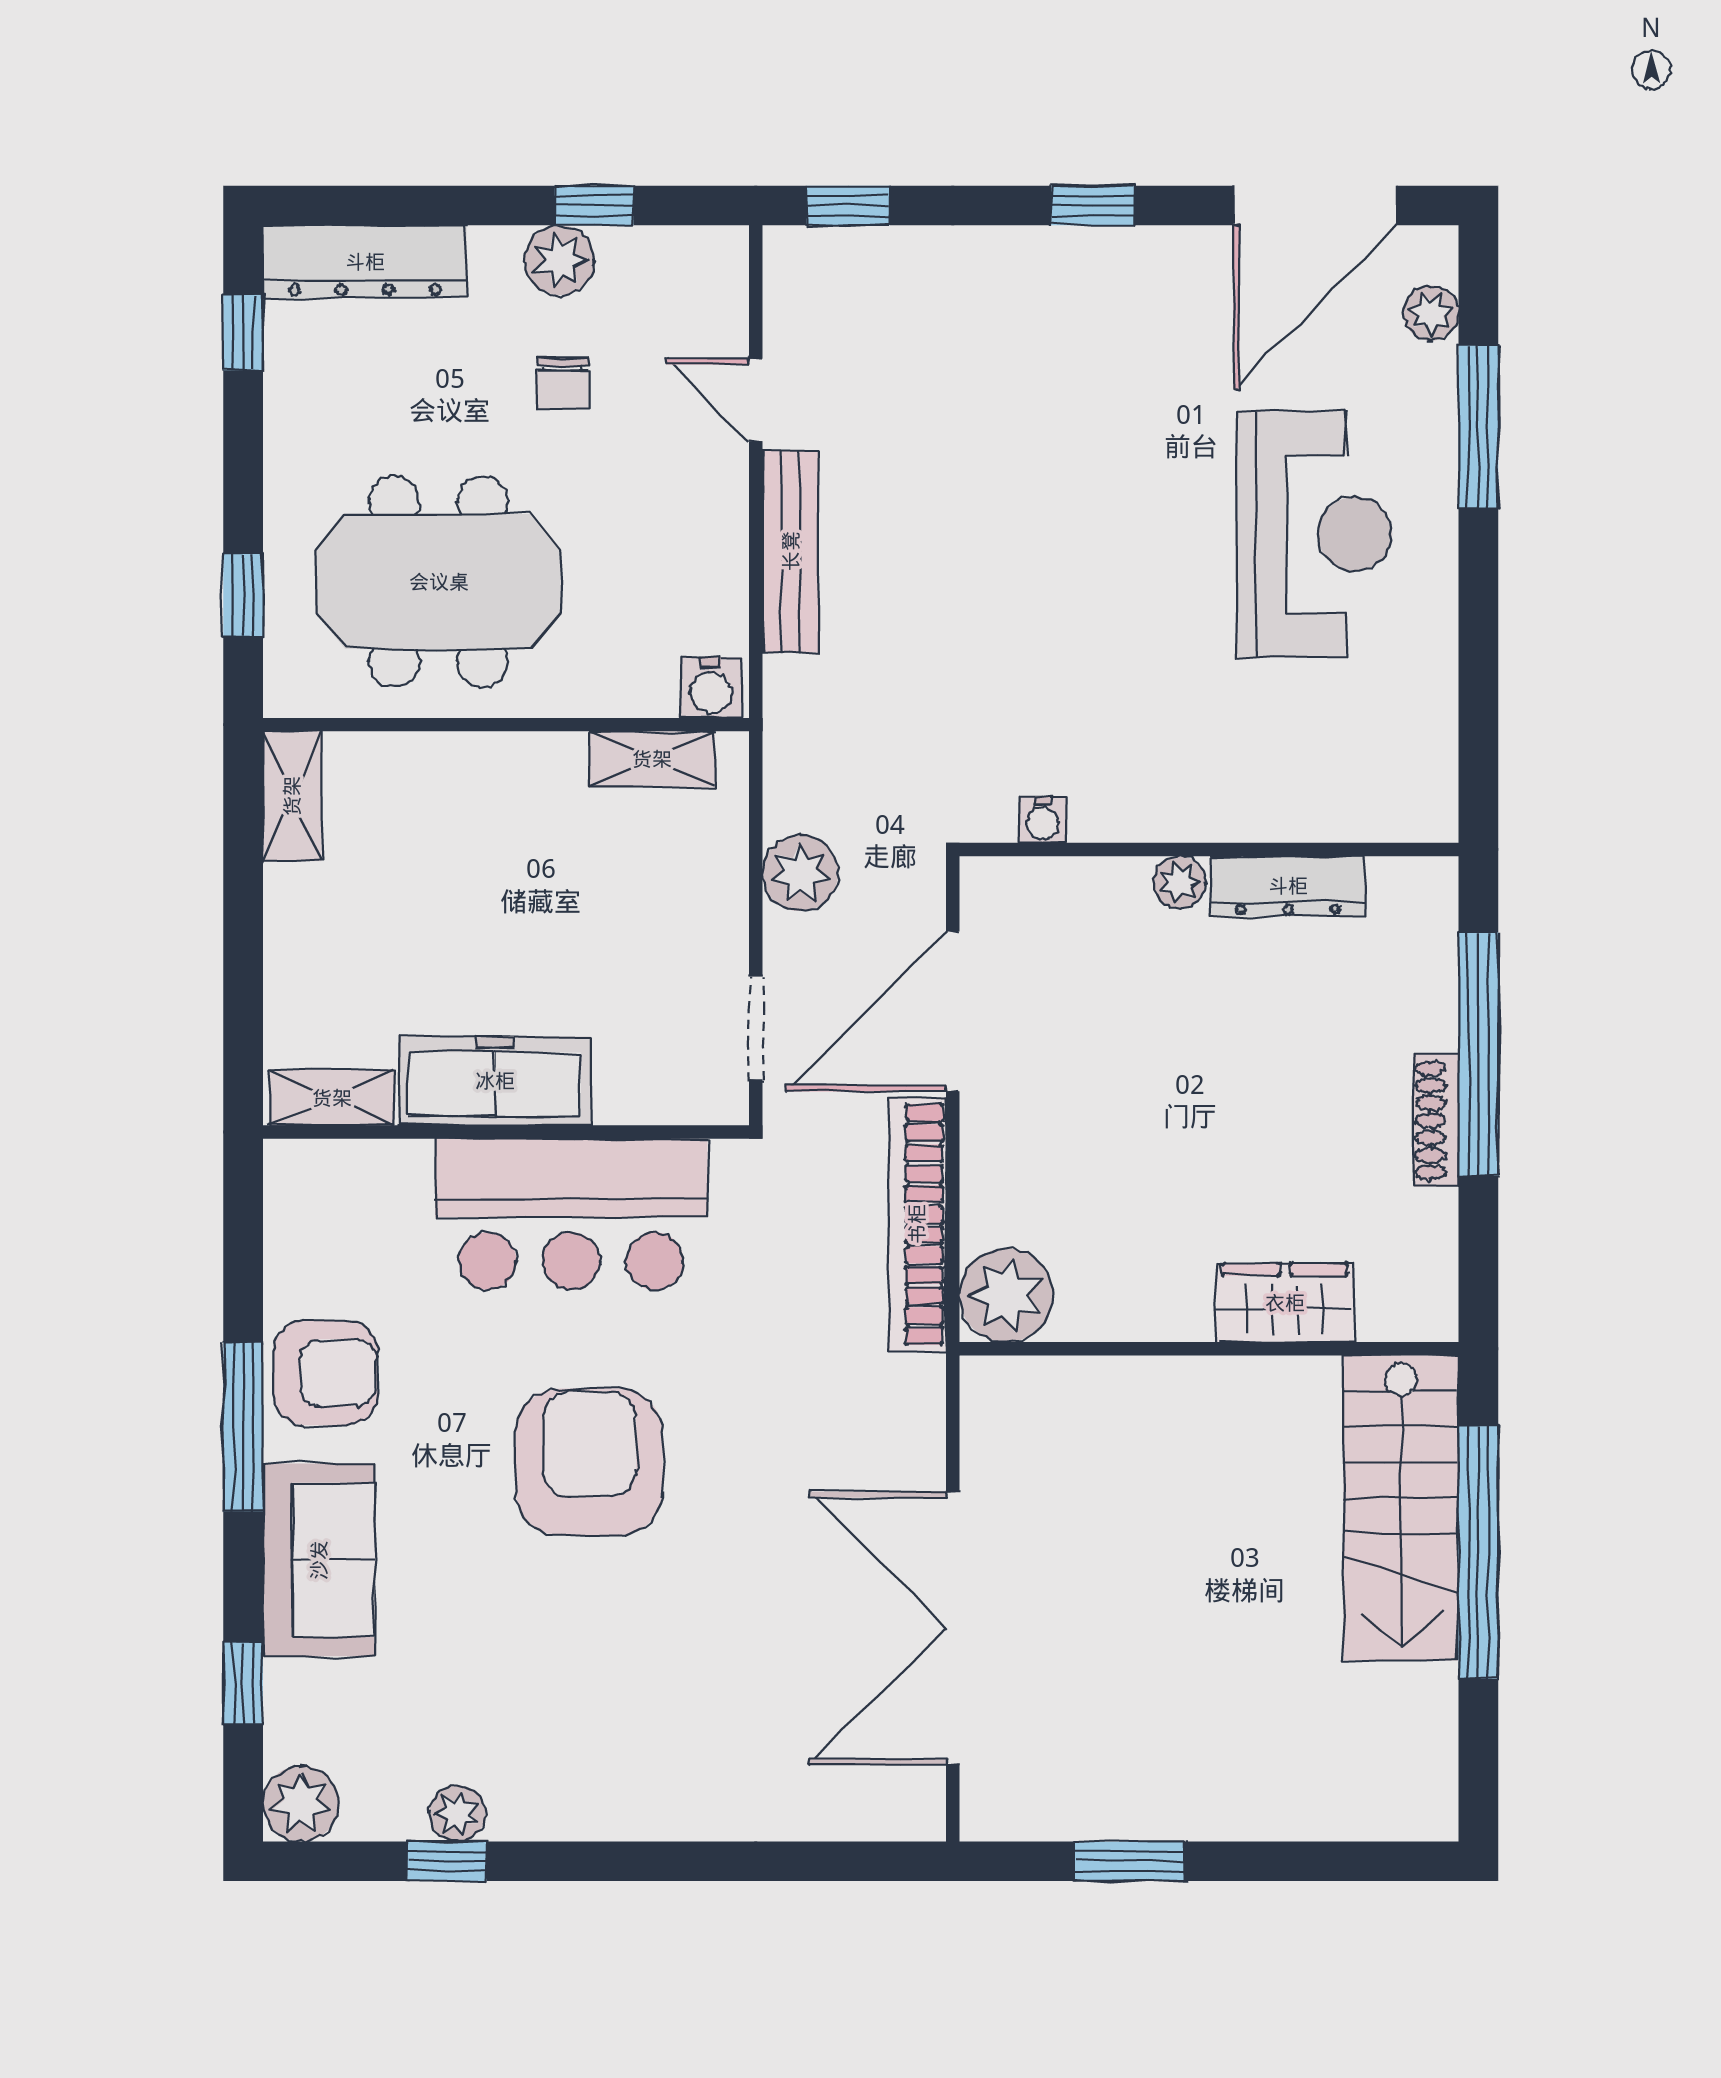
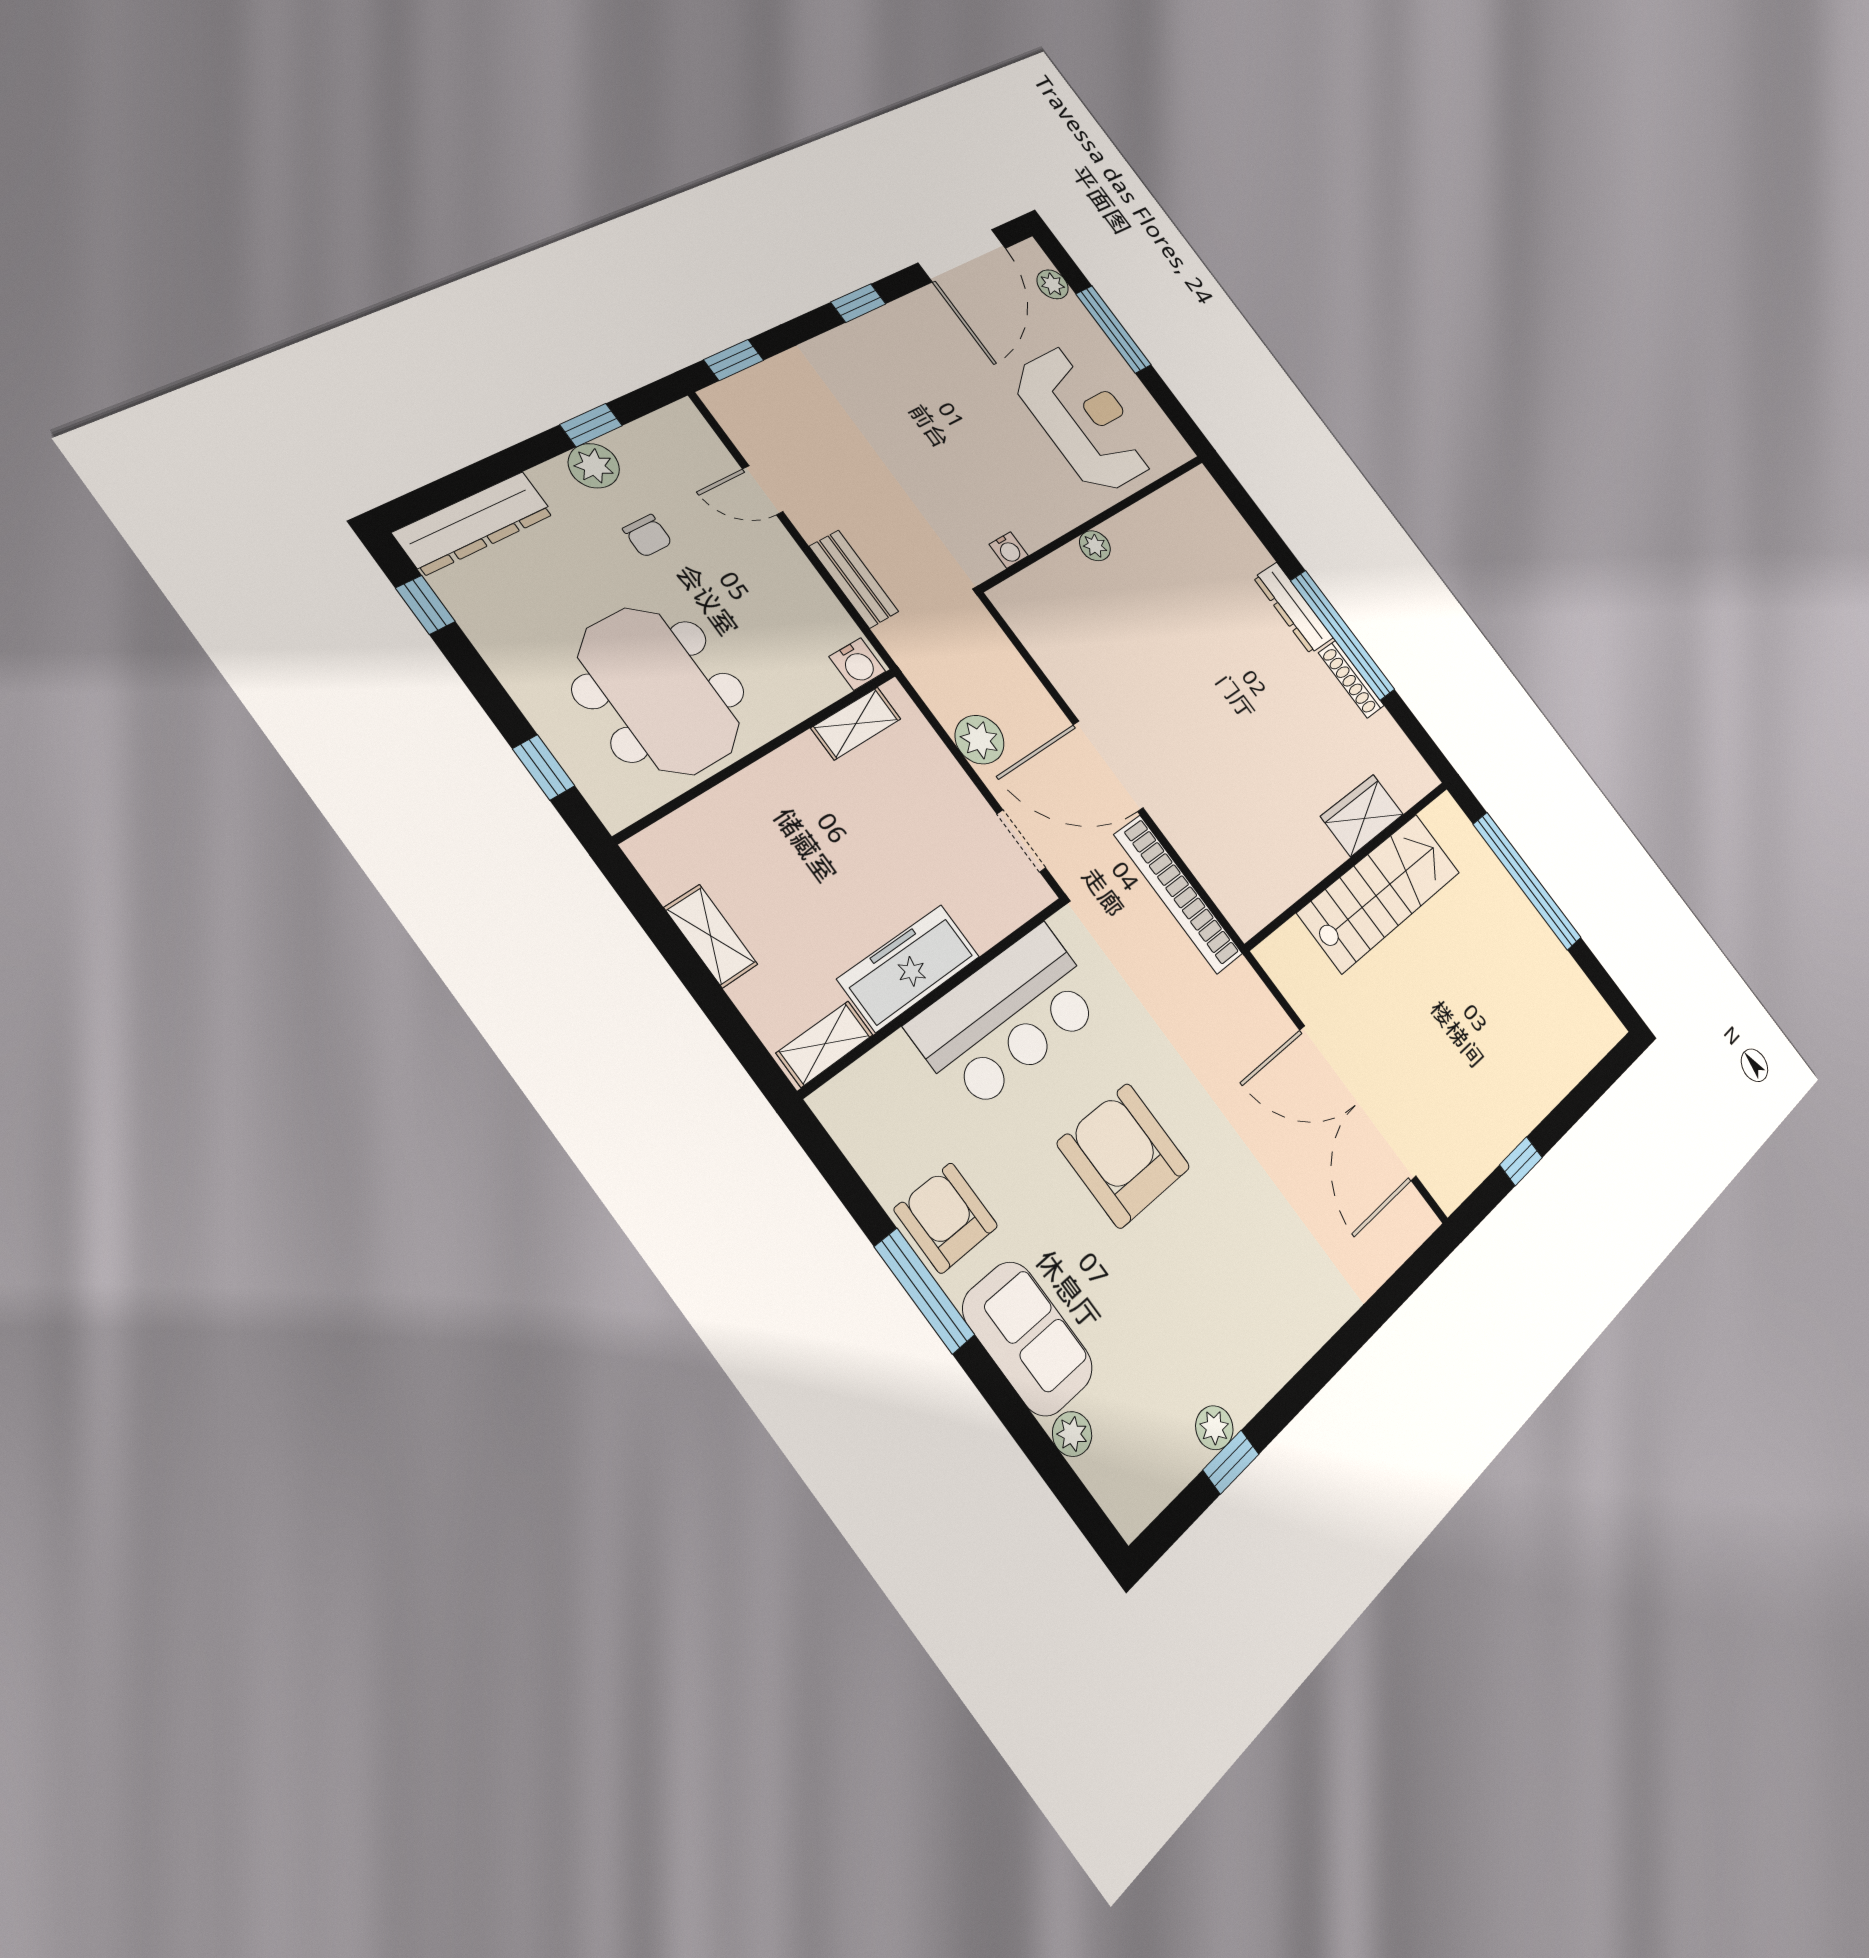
bench: (791, 551) -> (854, 579), width x0.73
meeting table: (439, 582) -> (659, 691), turned 90
shelving: (292, 796) -> (711, 936), moved
water cooler: (1042, 820) -> (1009, 550), moved
wall: (1209, 849) -> (1095, 521), moved
plant: (1180, 882) -> (1095, 546), moved
dresser: (1288, 886) -> (1293, 608), moved, turned 90
door: (953, 1011) -> (1108, 766), hinge flipped
plant: (1006, 1295) -> (1246, 902), removed
armchair: (325, 1373) -> (946, 1218), turned -90
stairs: (1401, 1508) -> (1380, 892), moved, turned -90
window: (243, 1684) -> (1044, 1455), removed
plant: (301, 1804) -> (1072, 1434), moved, width x0.73, depth x0.73
window: (1130, 1861) -> (1521, 1161), width x0.67

